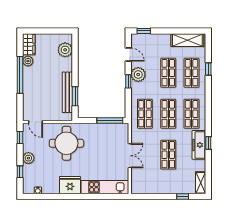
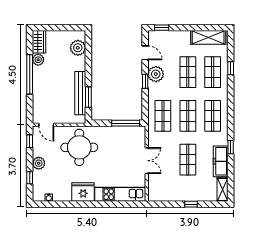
freezer: (199, 145) -> (221, 161), moved
window: (183, 196) -> (191, 204), moved

